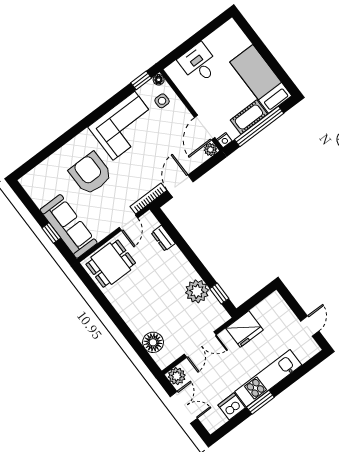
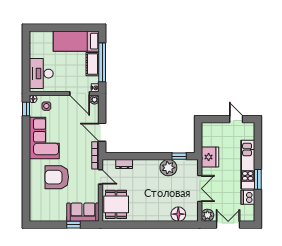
desk: (199, 64) -> (41, 74), width x1.37
sofa: (69, 226) -> (83, 212), width x0.73

